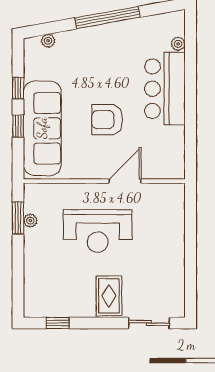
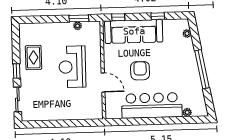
bar counter: (165, 89) -> (152, 105), width x1.36
window: (18, 126) -> (118, 17), moved
rug: (109, 296) -> (33, 58), moved, turned 90
window: (58, 323) -> (17, 71), moved

